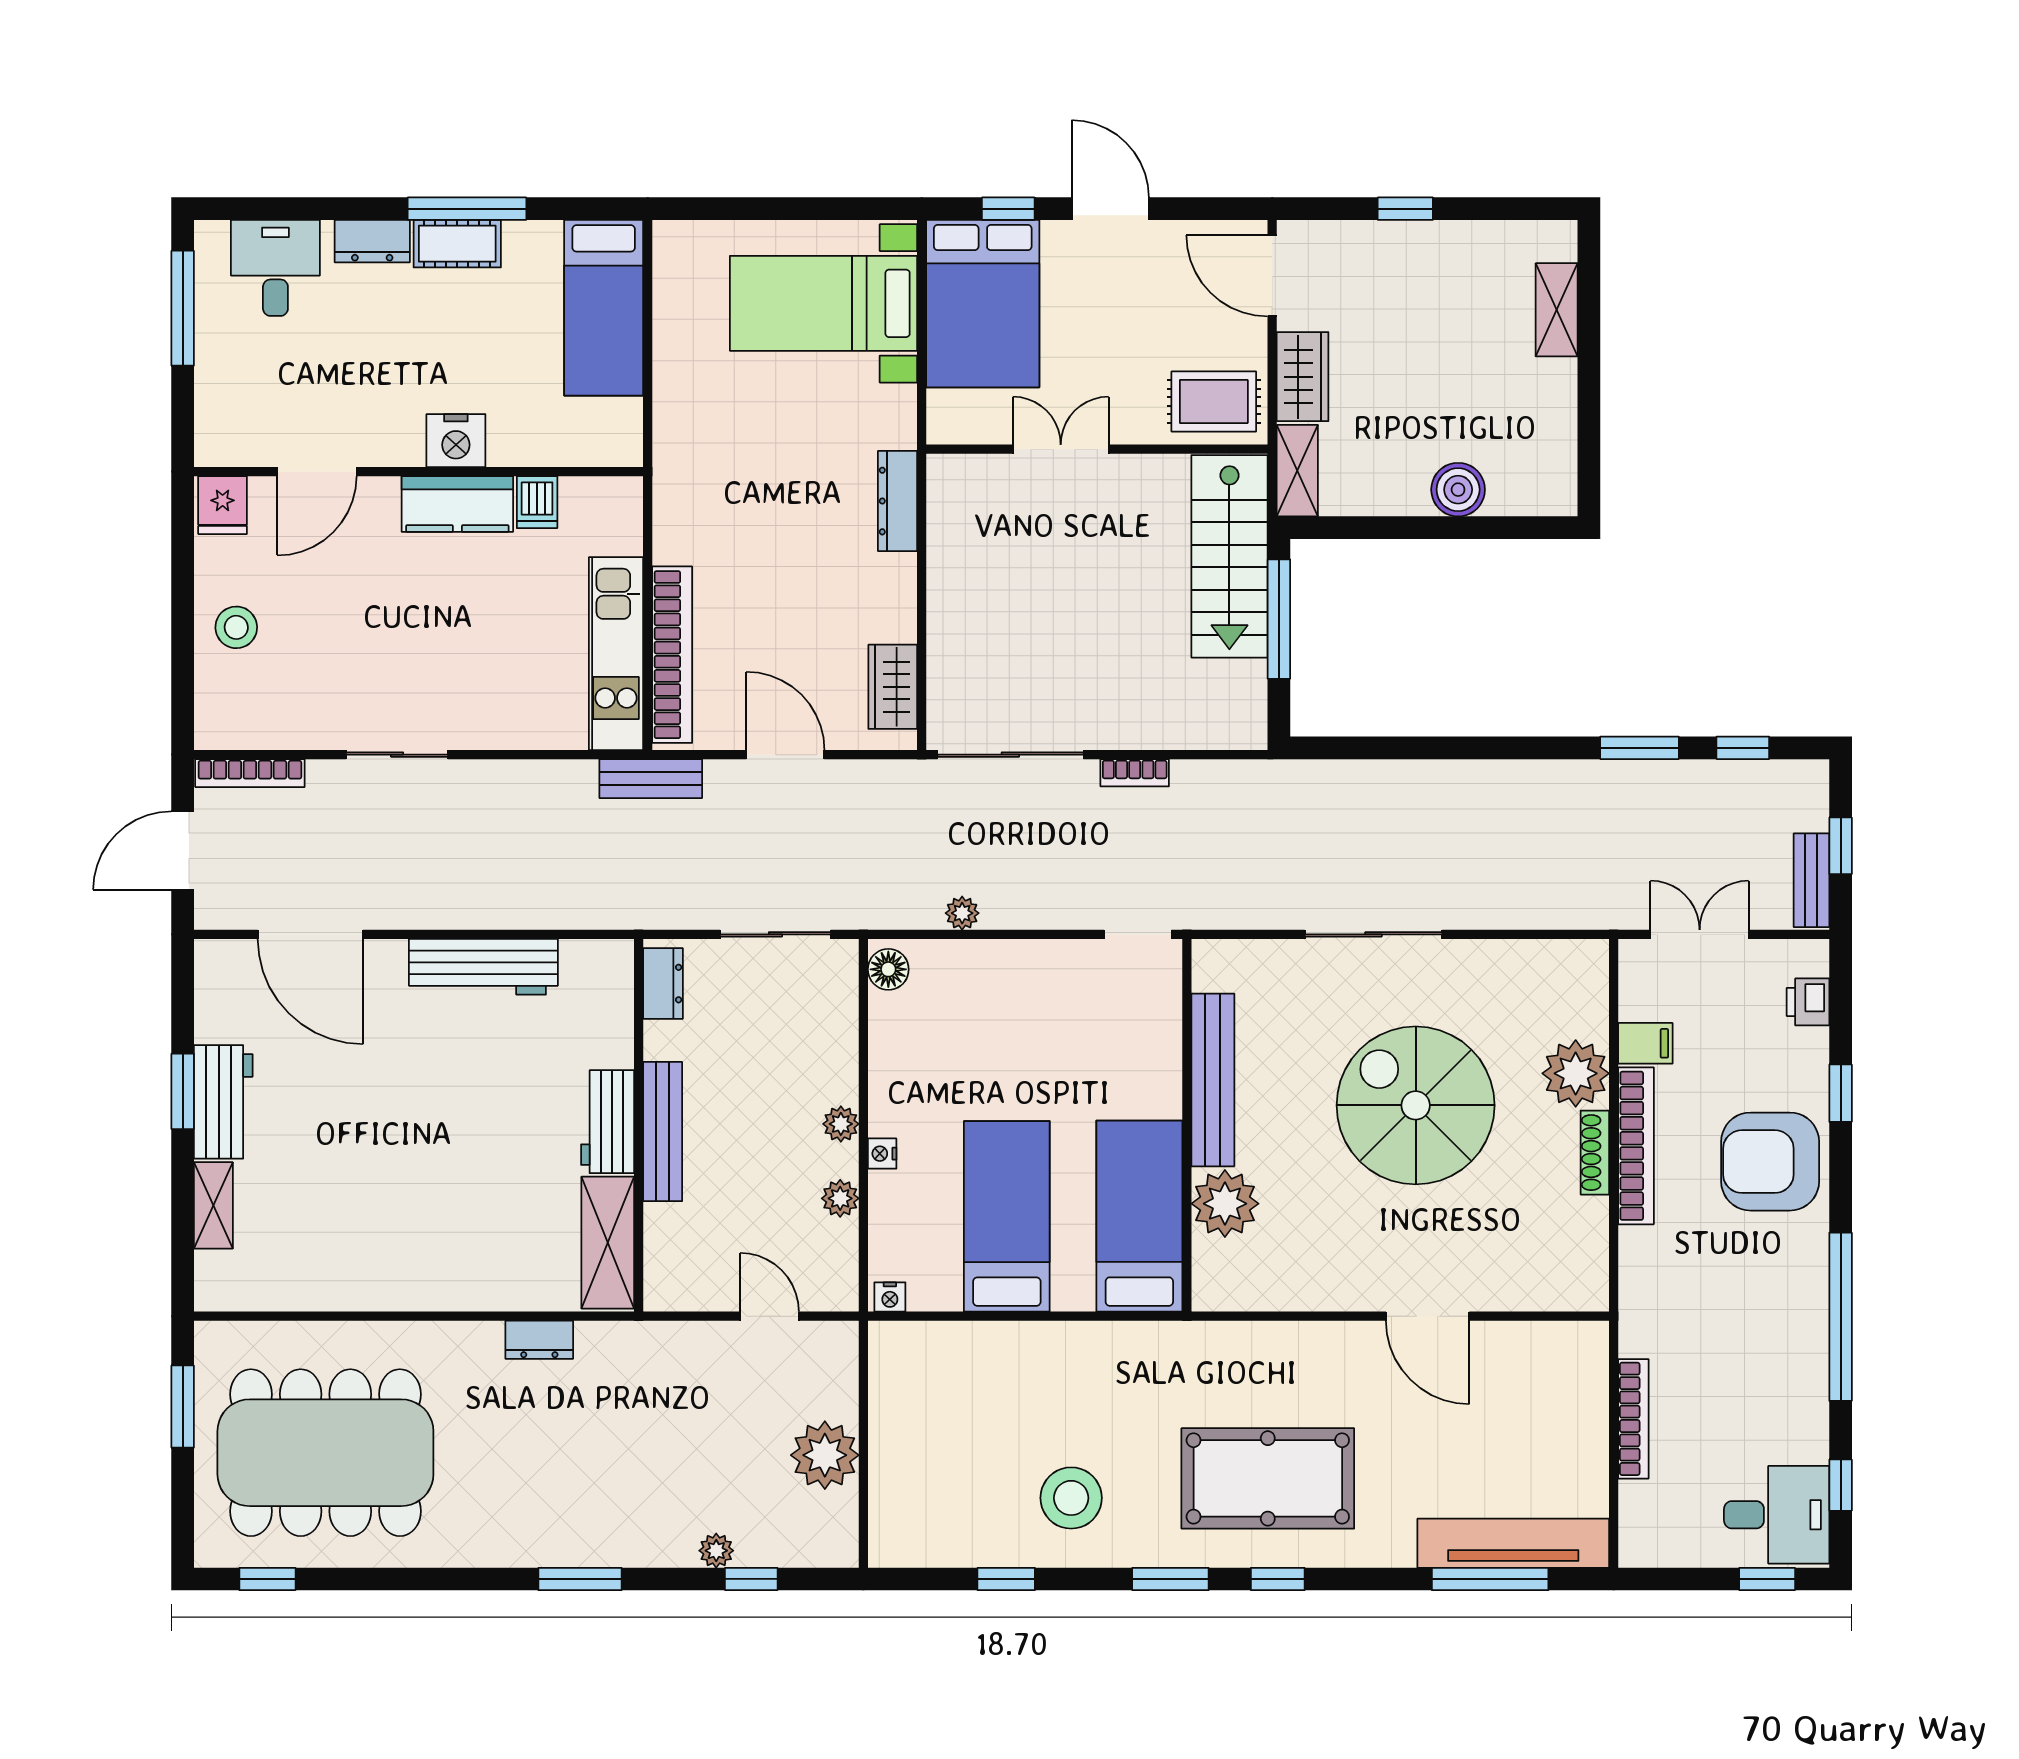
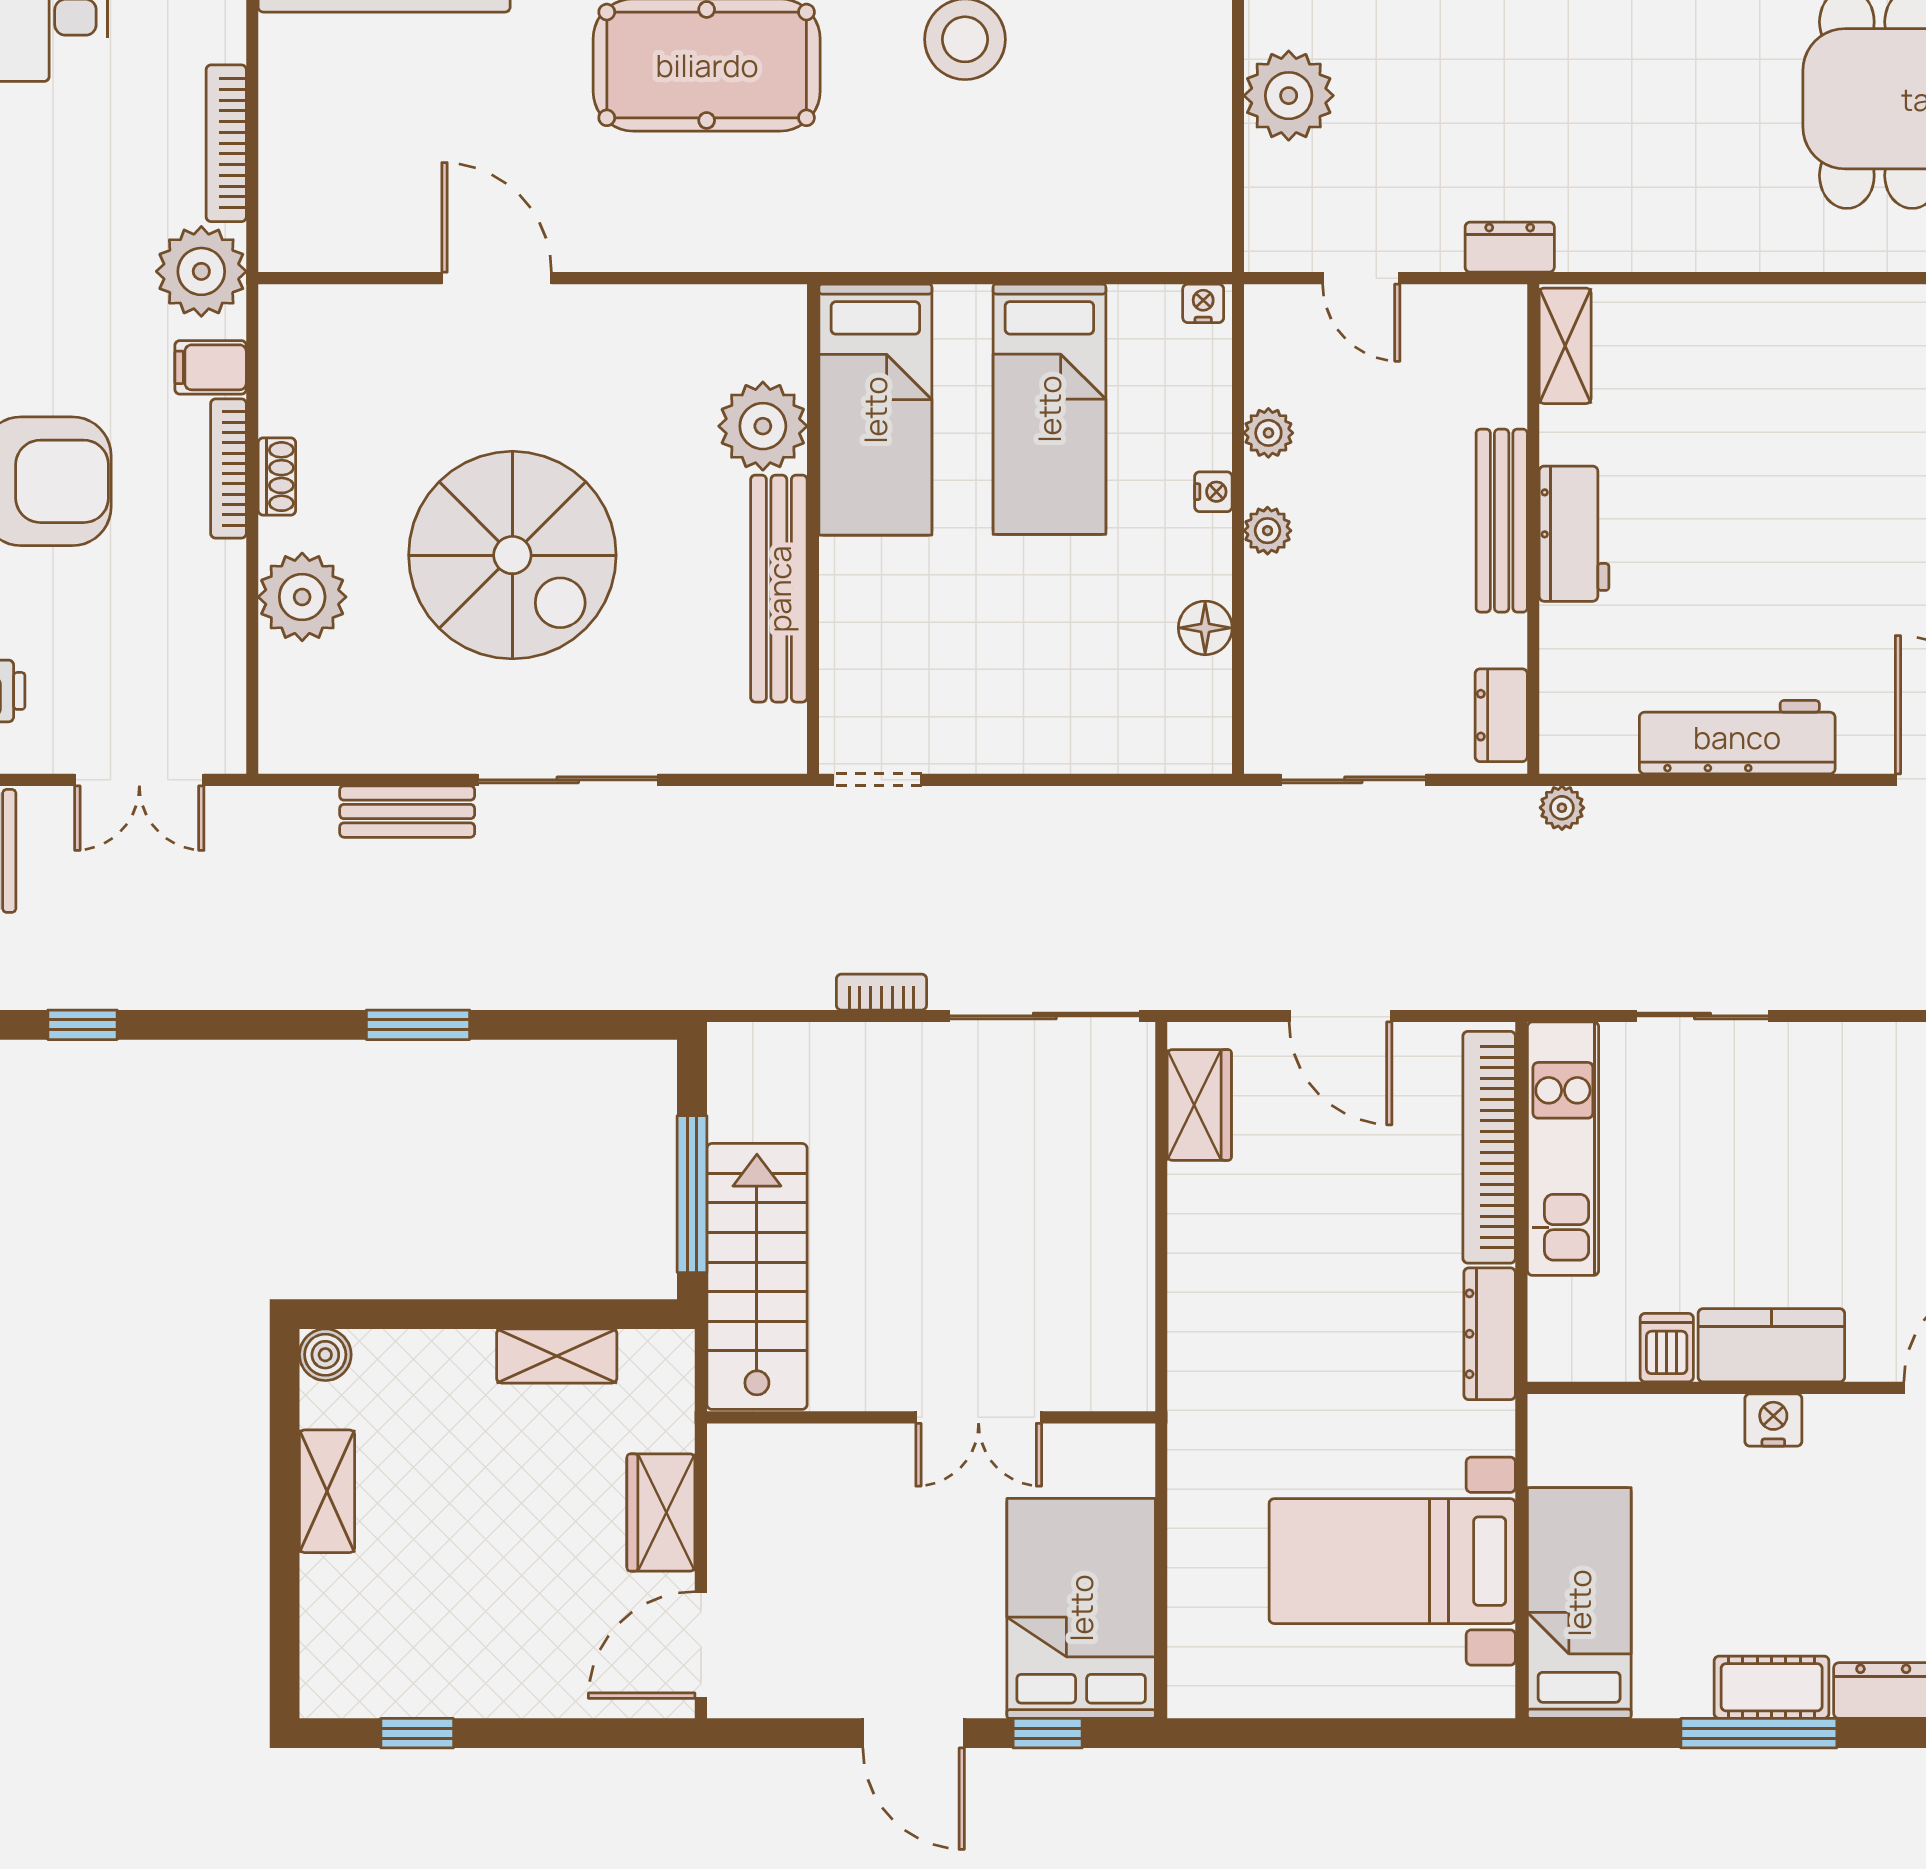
window: (1405, 209) -> (417, 1733), moved
door: (1272, 276) -> (701, 1645), swing flipped
bed with nightstands: (824, 303) -> (1392, 1561), moved, turned 180
shelving: (1557, 310) -> (327, 1491), moved
rug: (1214, 401) -> (778, 1480), removed
nightstand: (456, 441) -> (1773, 1420), width x0.74, depth x0.75
shelving: (1297, 471) -> (557, 1356), moved, turned 90
boiler: (1458, 490) -> (325, 1355), moved, width x0.73, depth x0.73
dresser: (898, 501) -> (1490, 1334), moved, turned 180
window: (1639, 748) -> (418, 1025), moved
sliding door: (397, 755) -> (1703, 1016), moved
bench: (651, 779) -> (407, 812), moved
plant: (962, 913) -> (1562, 808), moved
floor lamp: (888, 969) -> (1205, 628), moved
filing cabinet: (1645, 1043) -> (211, 367), moved
bookcase: (1636, 1146) -> (228, 469), width x0.68, depth x0.76
shoe rack: (1595, 1153) -> (277, 477), width x0.70
shelving: (608, 1243) -> (1565, 346), width x0.67, depth x0.75
plant: (1652, 1321) -> (201, 271), added
dresser: (539, 1340) -> (1510, 247), moved

